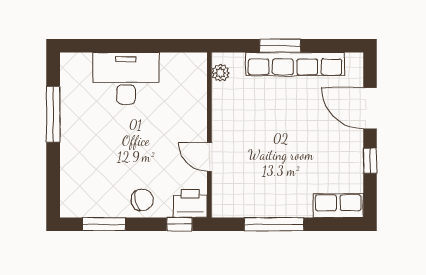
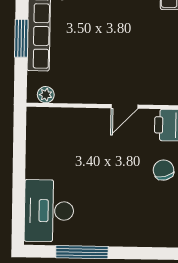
desk: (126, 78) -> (49, 211), moved

